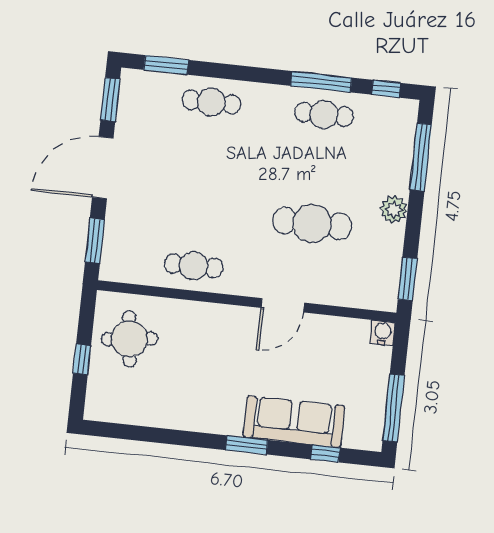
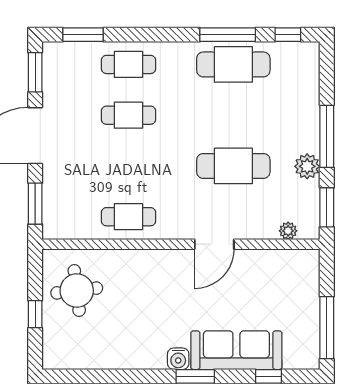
cafe table: (324, 114) -> (233, 64), width x1.37, depth x1.35
cafe table: (205, 157) -> (128, 115), added
window: (421, 157) -> (327, 136), moved
plant: (394, 210) -> (307, 166), moved
plant: (363, 299) -> (288, 231), added
water cooler: (383, 333) -> (178, 359), moved, turned 180

